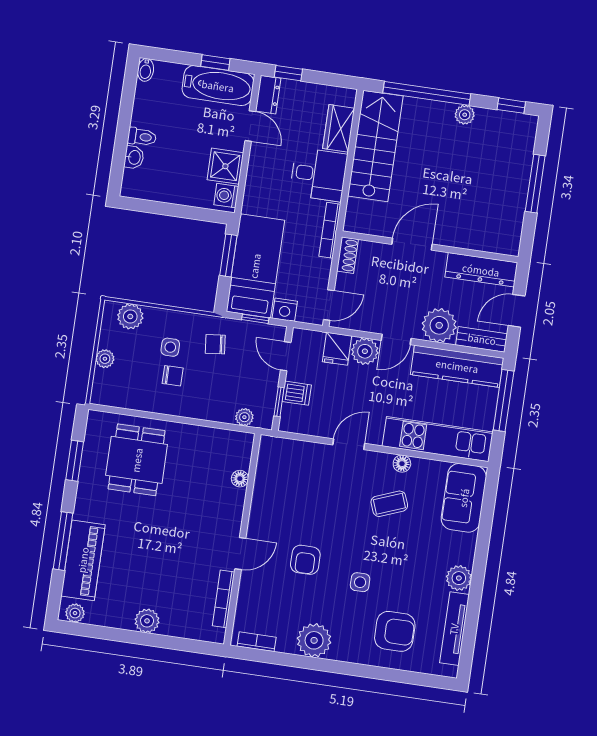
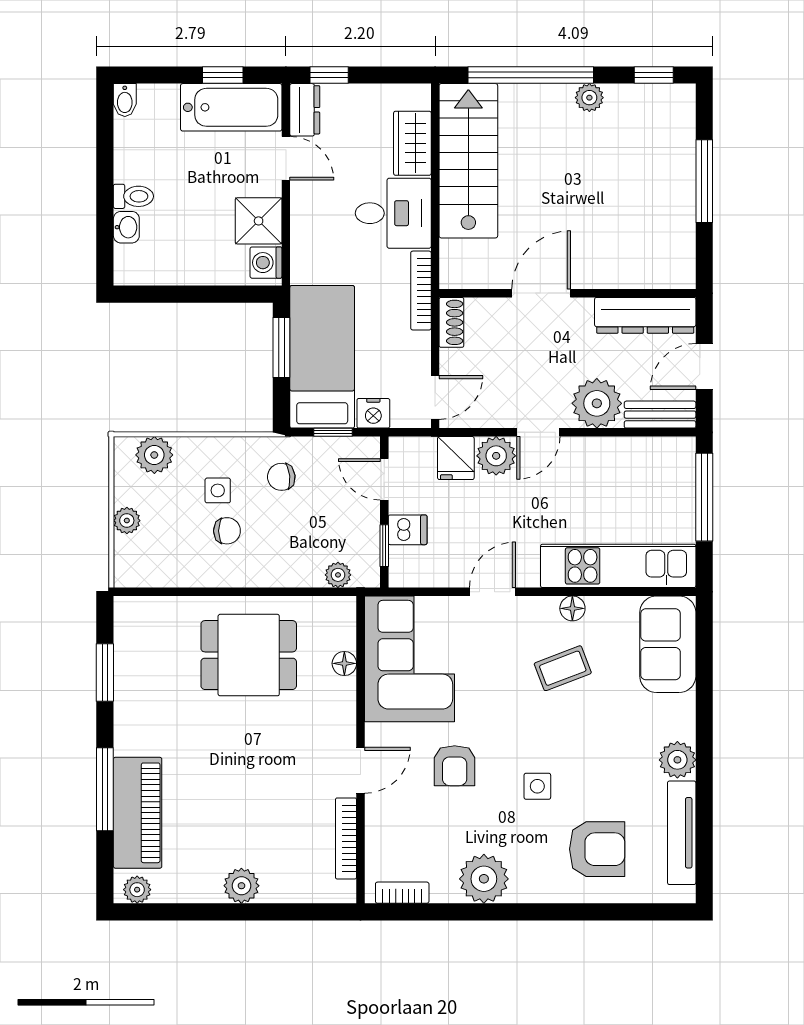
kitchen counter: (457, 366) -> (631, 458), removed
dining table: (137, 460) -> (249, 655), moved, turned 90
corner sofa: (285, 482) -> (409, 659), added

